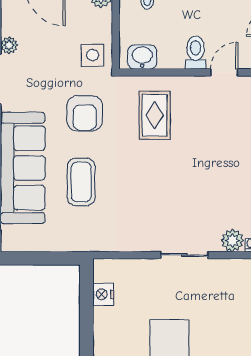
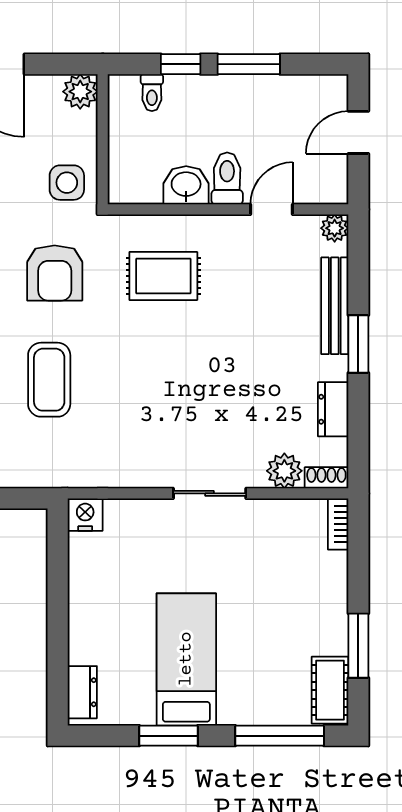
washbasin: (142, 57) -> (186, 185), moved
rug: (155, 115) -> (163, 276), turned 90
nightstand: (103, 294) -> (85, 515), moved, turned 90

